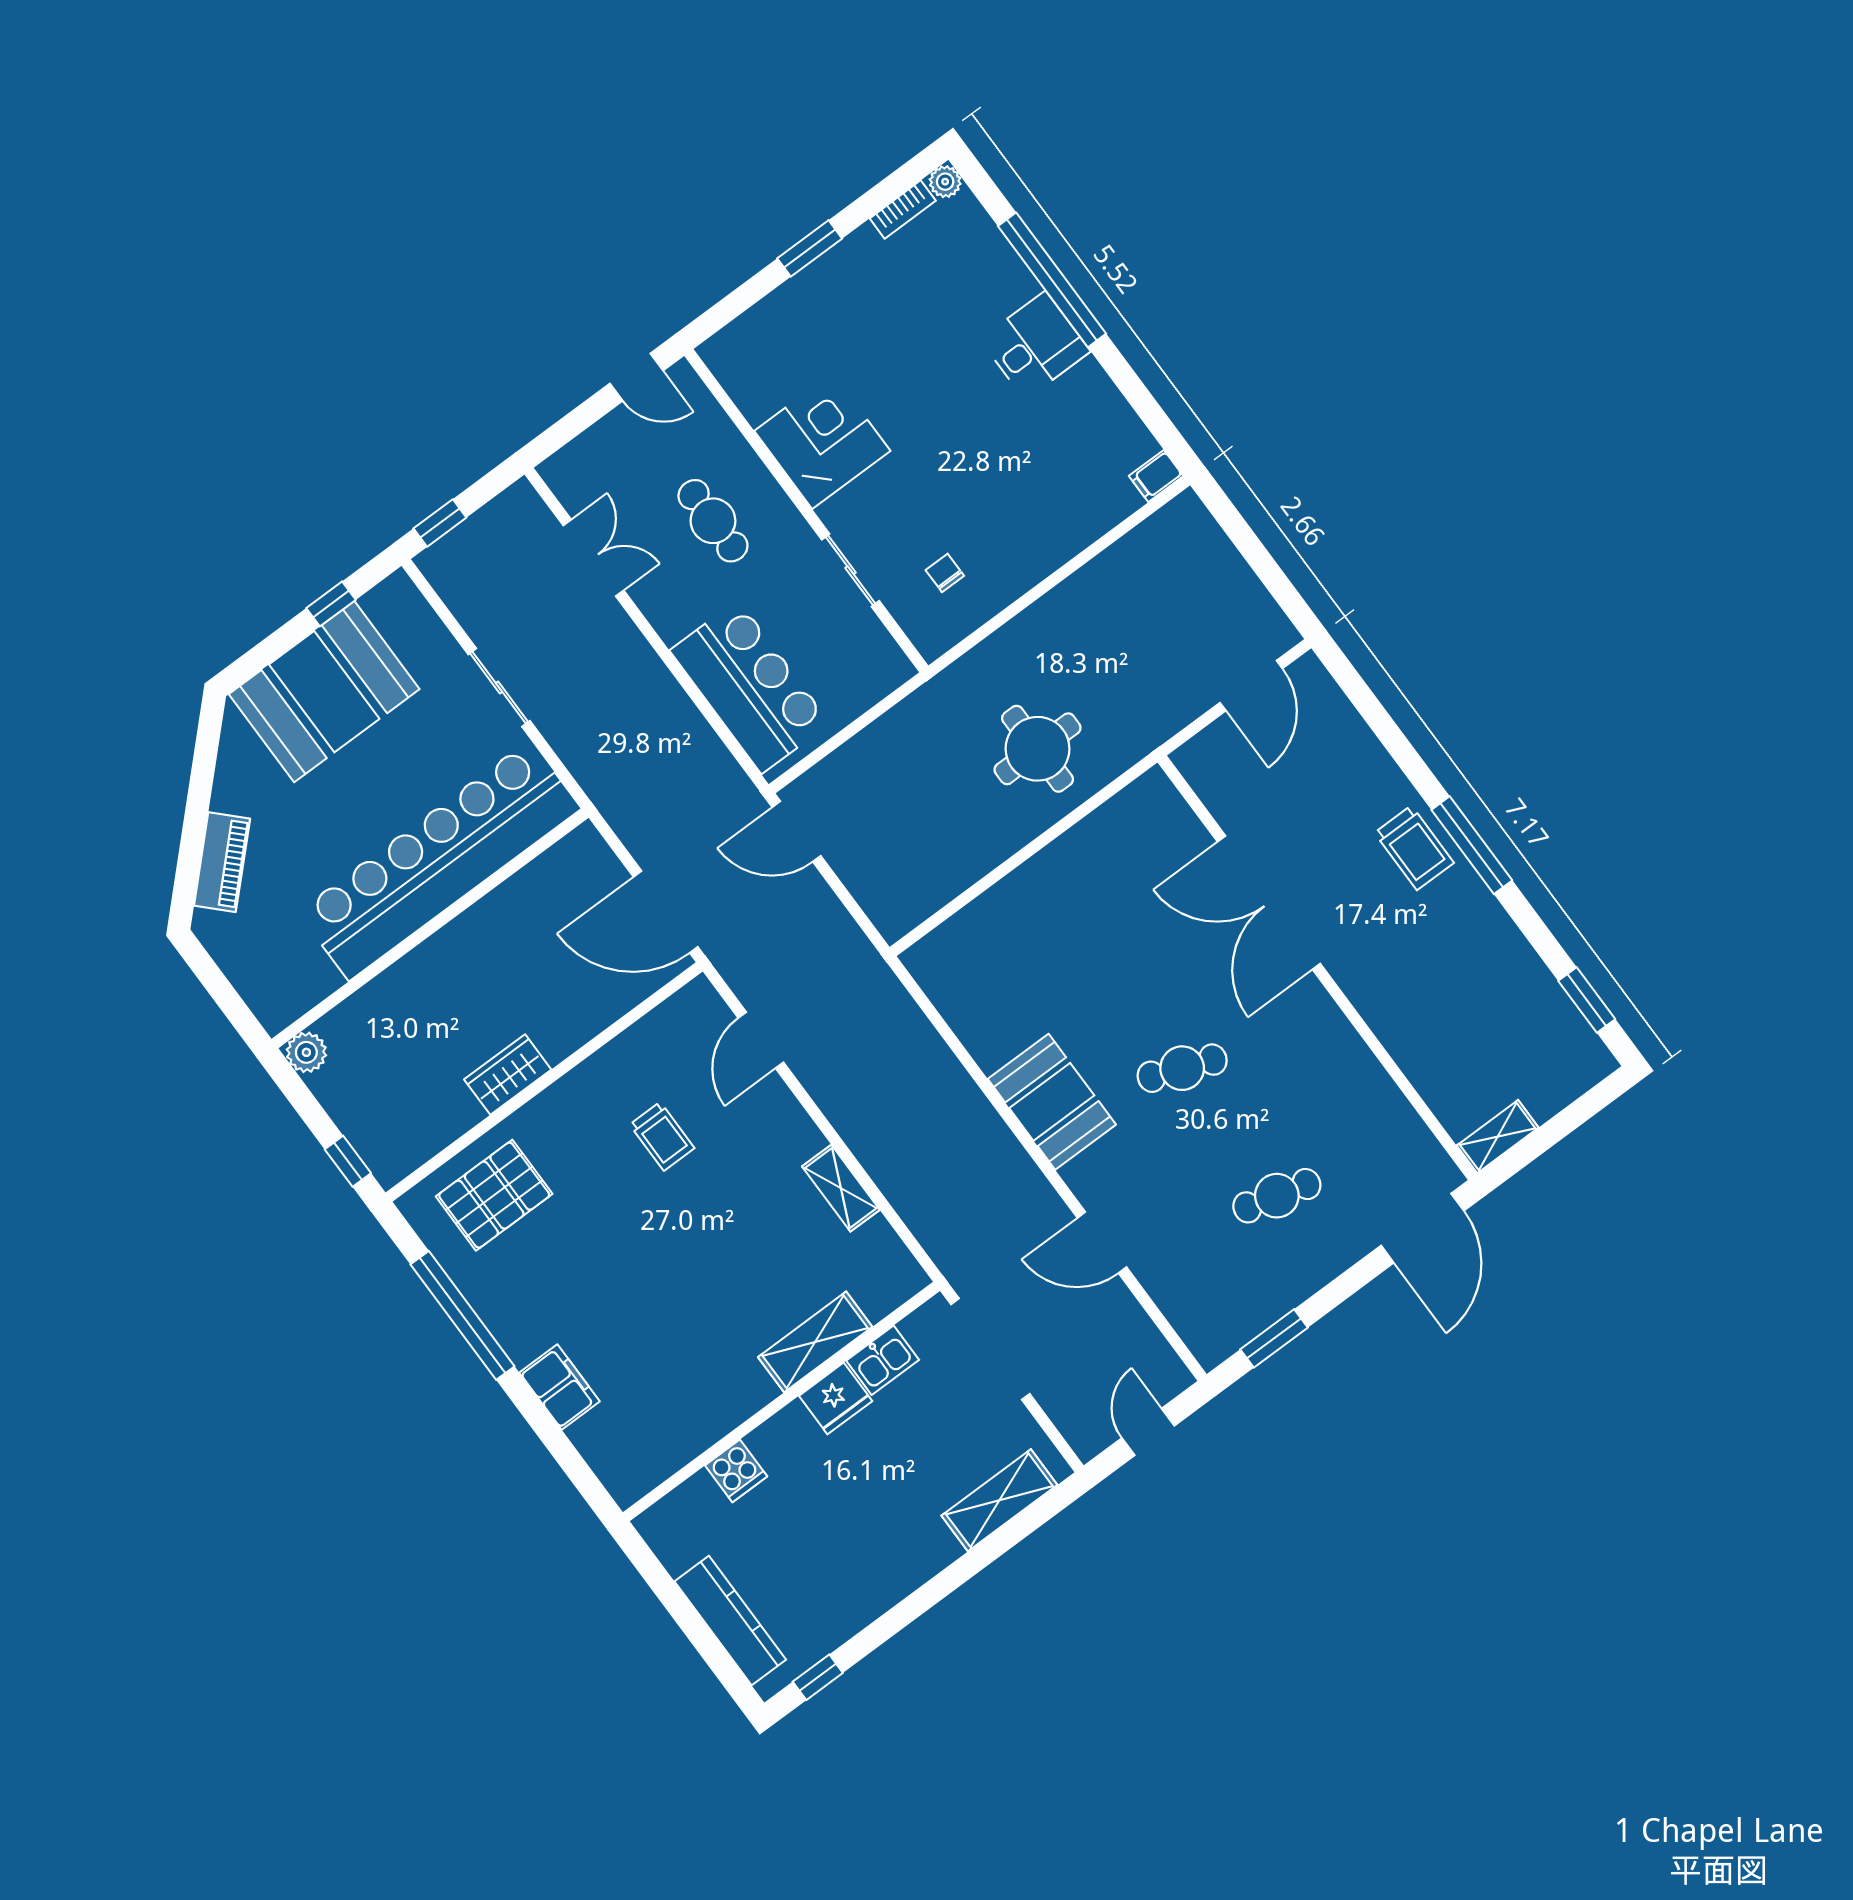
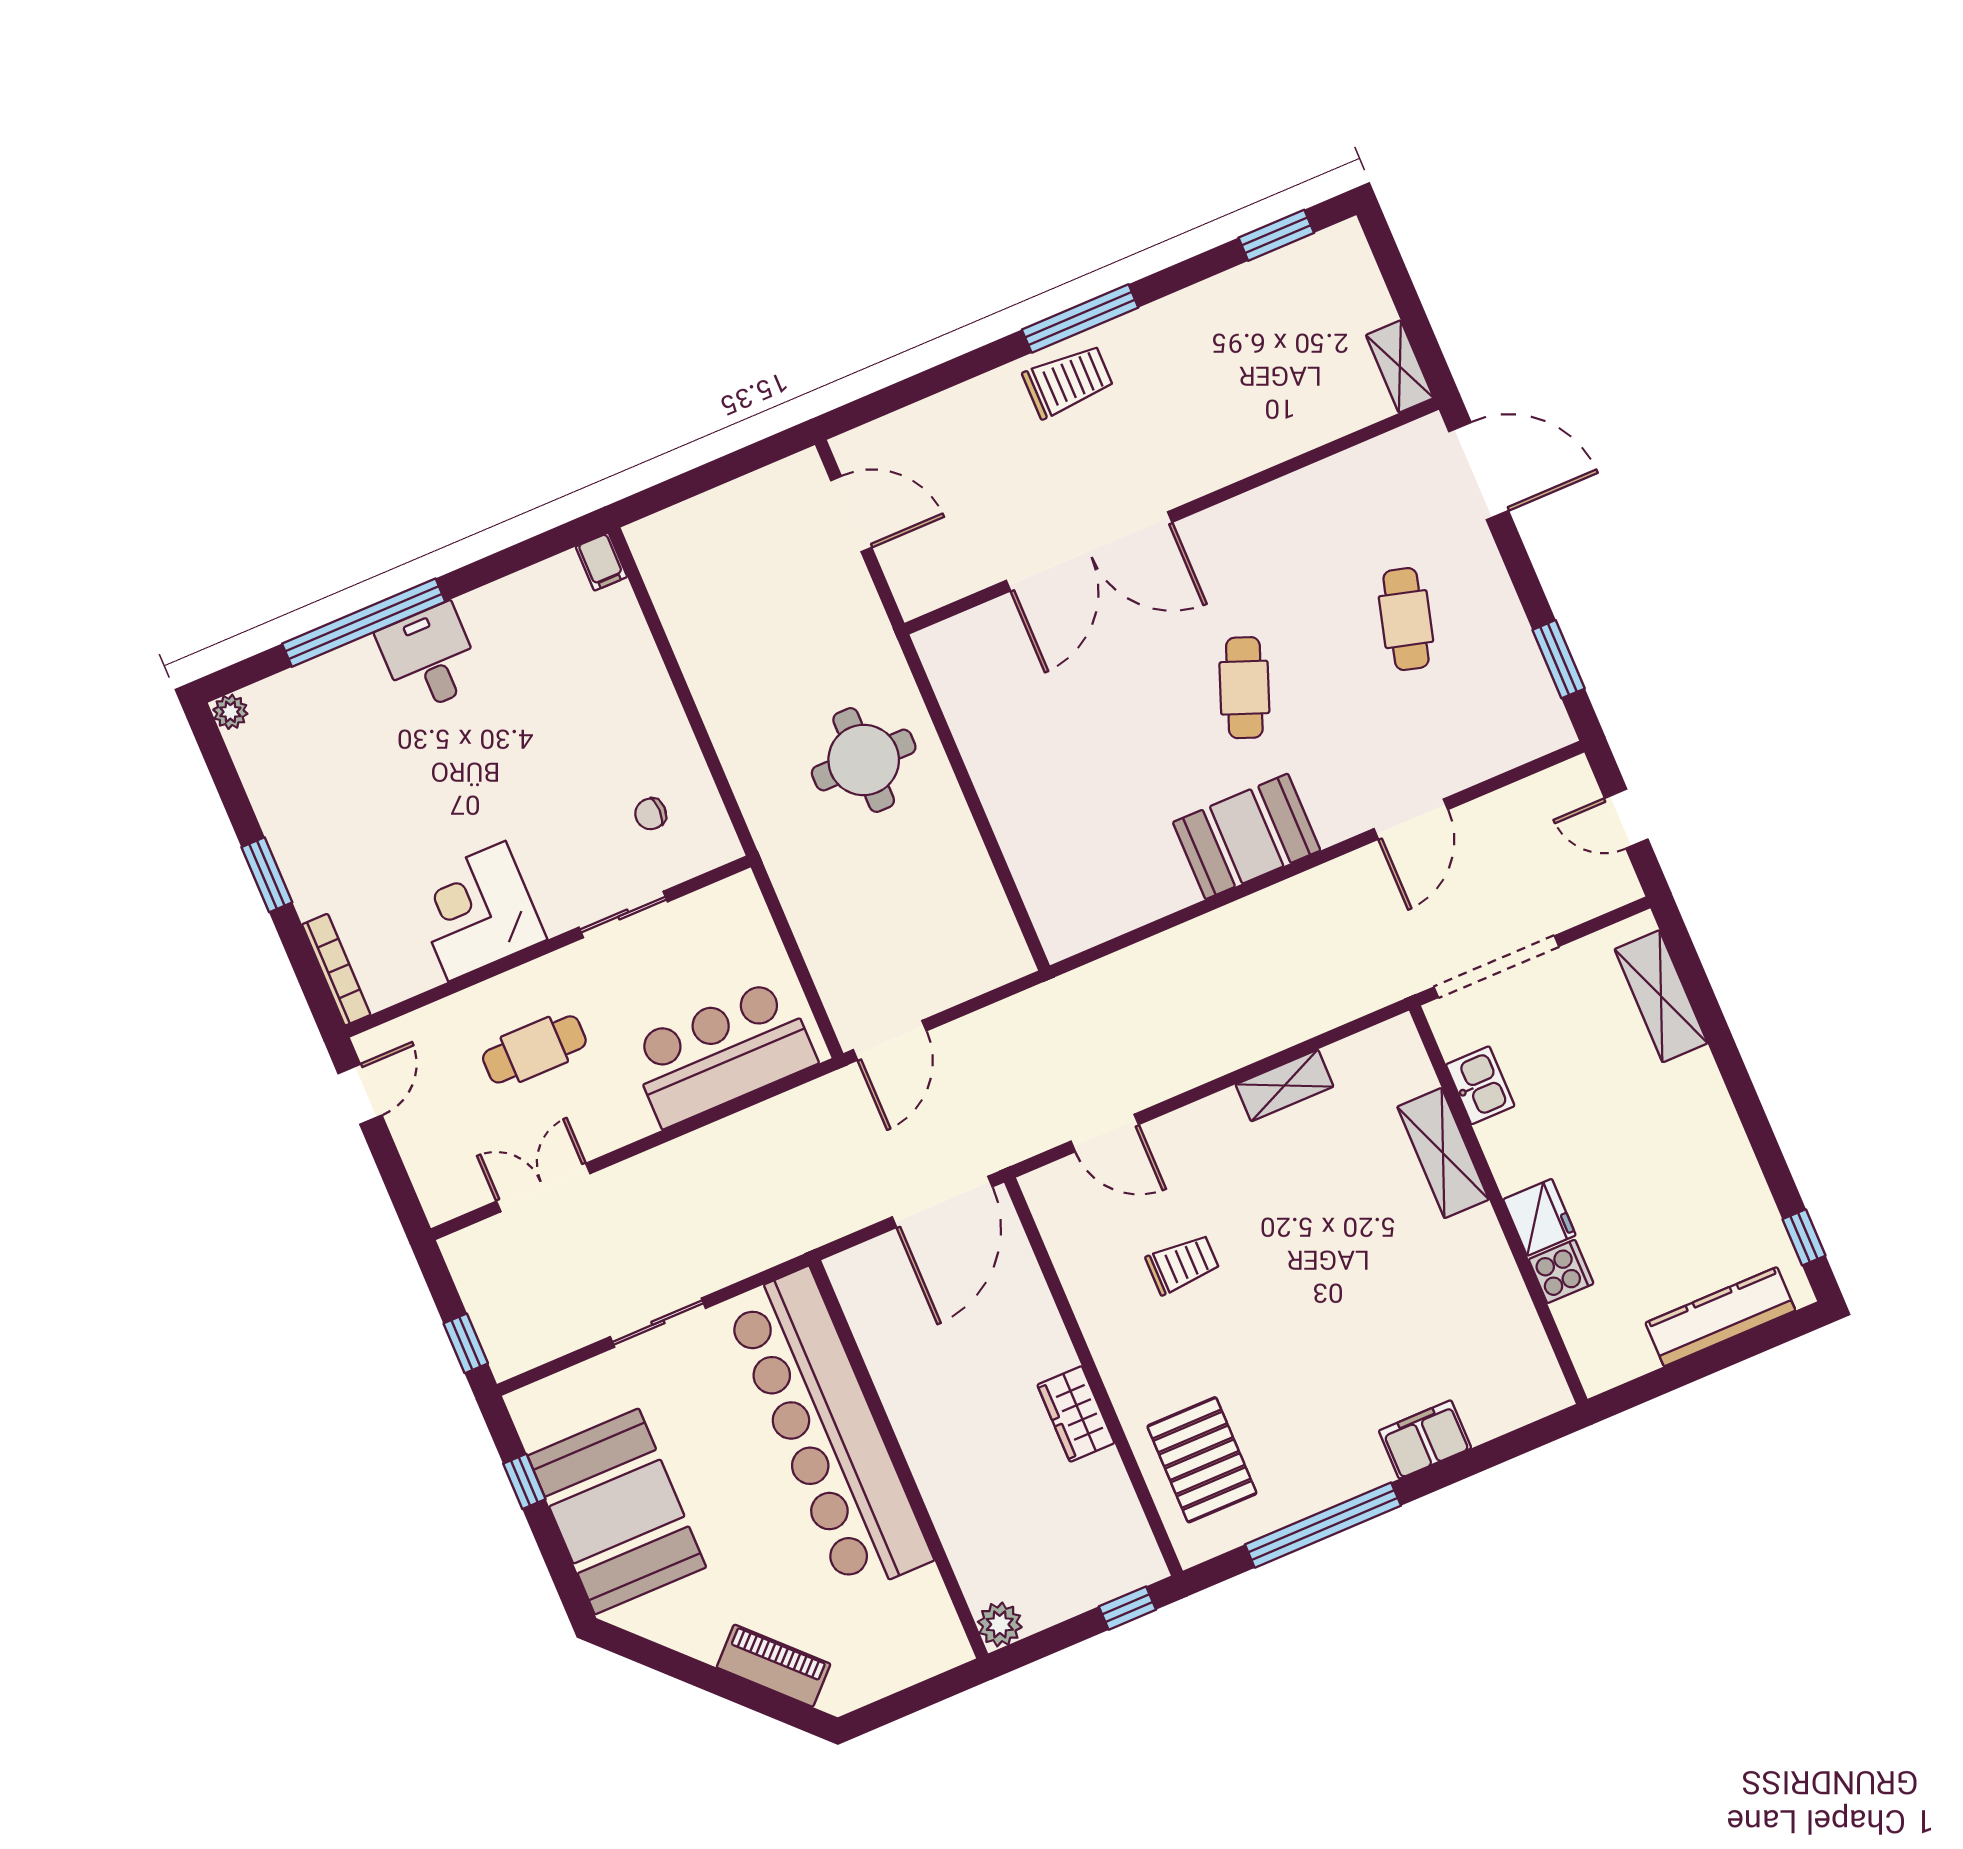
bookcase: (903, 209) -> (336, 970), moved, width x1.56
fridge: (836, 1398) -> (1539, 1217), moved

